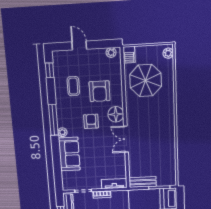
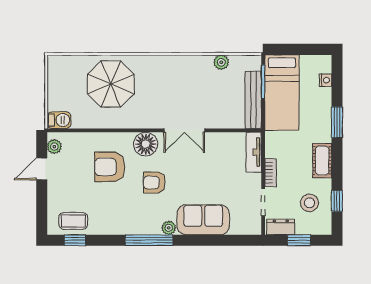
door: (79, 45) -> (42, 169), moved
plant: (168, 53) -> (221, 62), moved
parasol: (146, 81) -> (111, 84), moved
coffee table: (73, 86) -> (73, 221), moved
armchair: (100, 91) -> (110, 167), turned 180
bench: (143, 182) -> (253, 100), width x1.36

